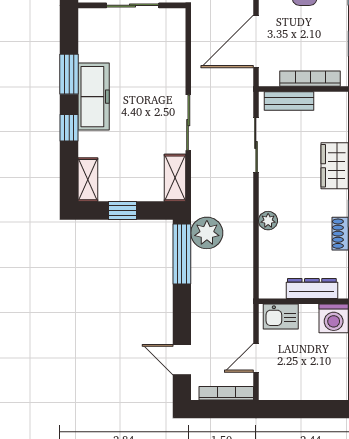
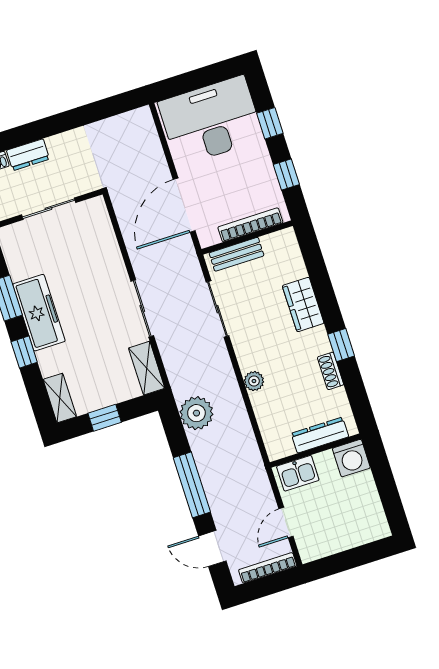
window: (182, 254) -> (192, 485), moved

